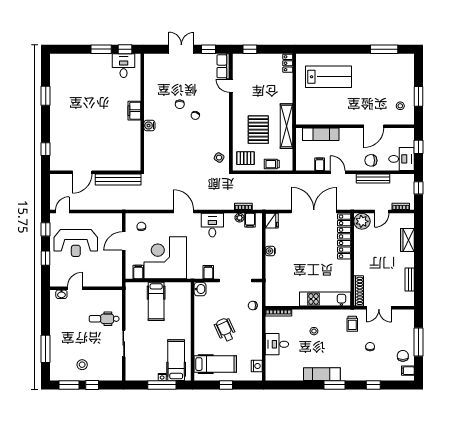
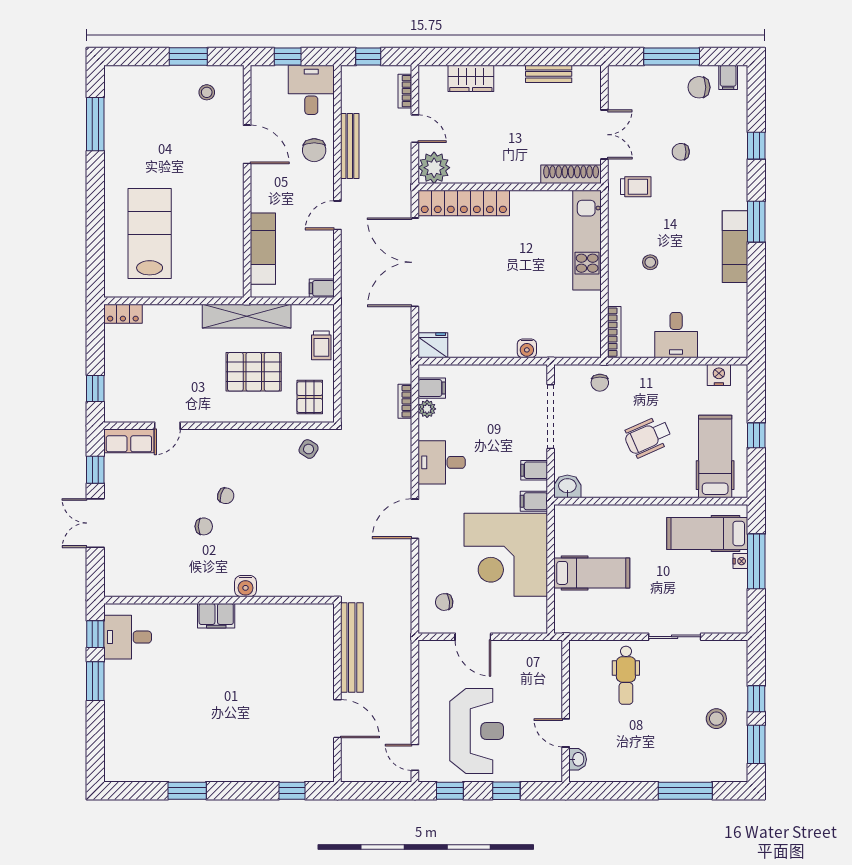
filing cabinet: (320, 164) -> (322, 288), moved
water cooler: (270, 251) -> (527, 348), moved
filing cabinet: (138, 272) -> (534, 501), moved

